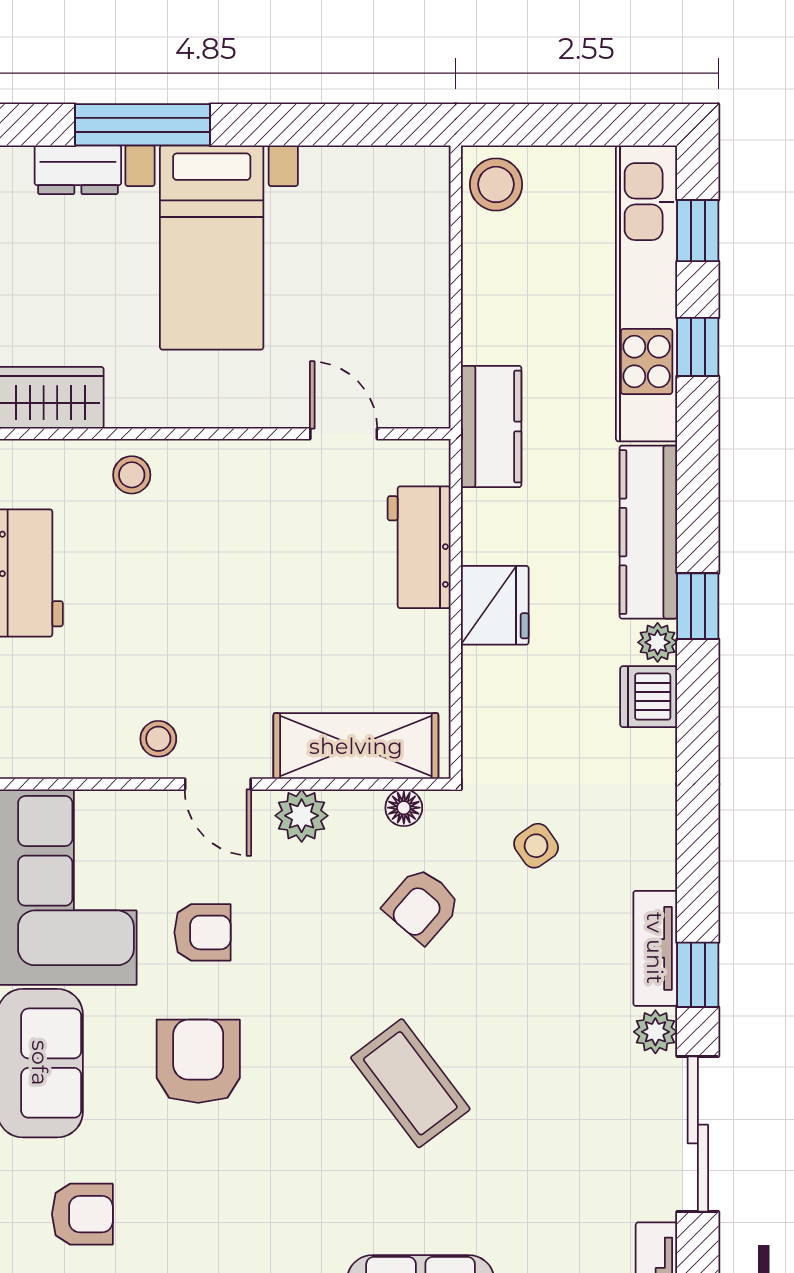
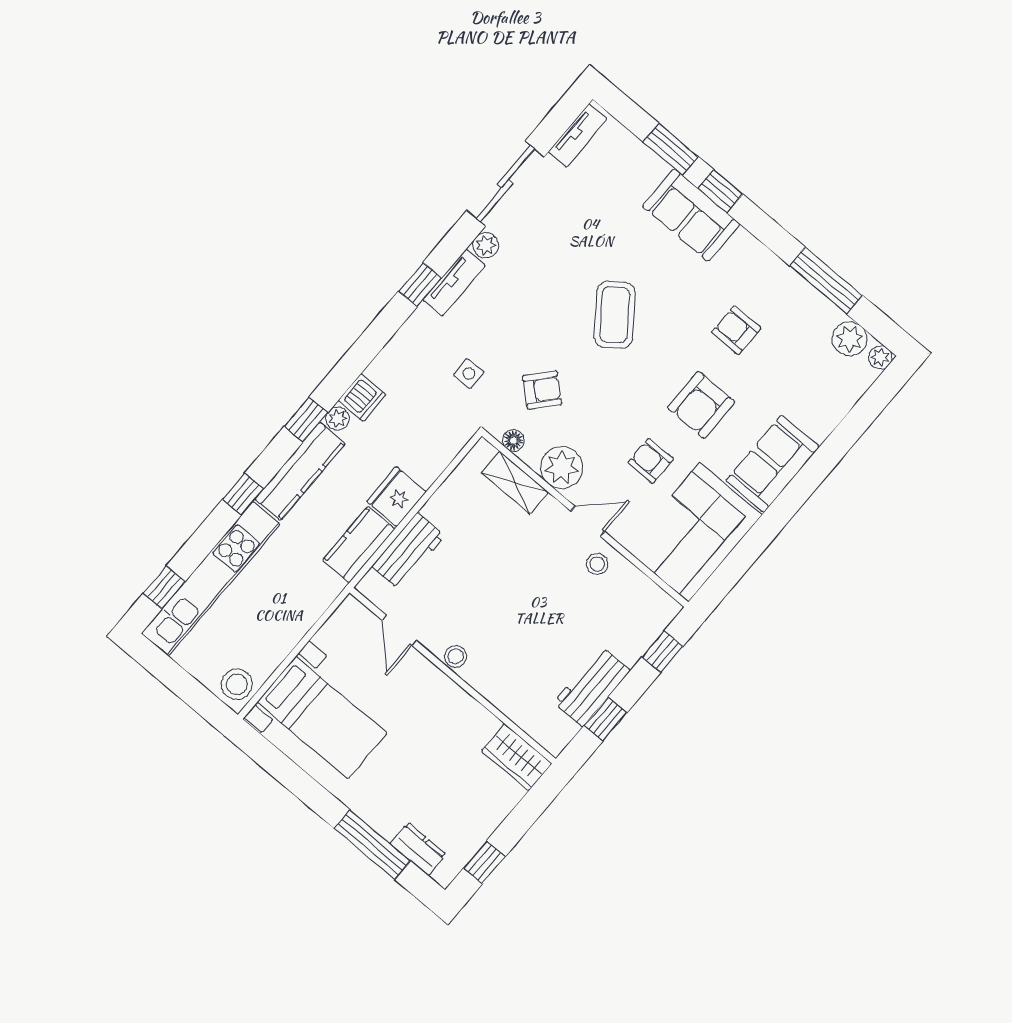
bed with nightstands: (212, 247) -> (322, 718), moved, turned 90
window: (698, 347) -> (243, 494), moved
kitchen counter: (491, 426) -> (359, 545), moved
stool: (132, 475) -> (456, 656), moved
shelving: (356, 746) -> (515, 482), width x0.67, depth x0.75
door: (218, 784) -> (588, 521), hinge flipped
plant: (302, 816) -> (562, 468), width x1.36, depth x1.36
side table: (536, 846) -> (469, 374), turned 35
window: (698, 975) -> (420, 284), moved
armchair: (82, 1214) -> (736, 330), moved

